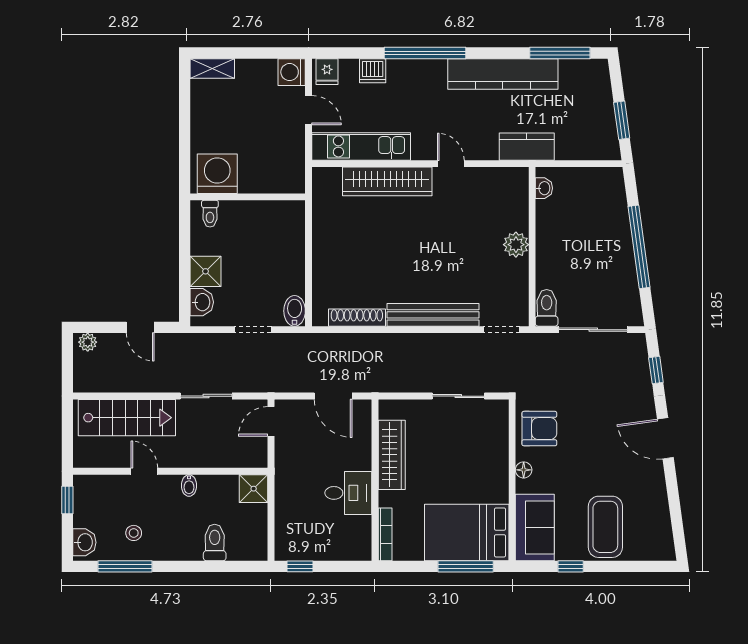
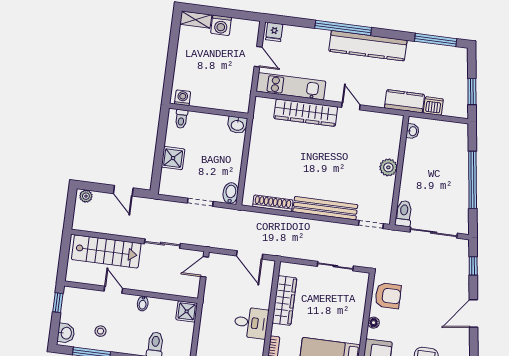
dishwasher: (373, 71) -> (433, 106), moved, turned 180
washing machine: (292, 72) -> (221, 25), moved, turned -90
kitchen counter: (503, 74) -> (368, 46), moved
washing machine: (217, 174) -> (183, 98), width x0.53, depth x0.53
washbasin: (202, 302) -> (237, 125), moved, turned 90
door: (665, 438) -> (474, 314), hinge flipped

